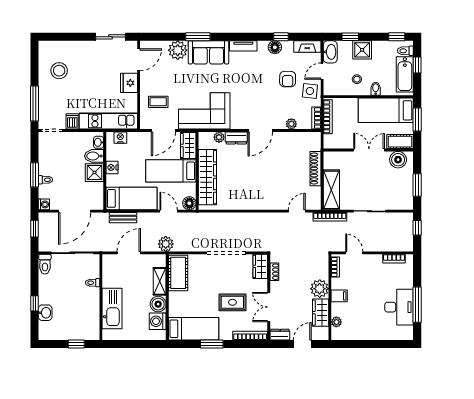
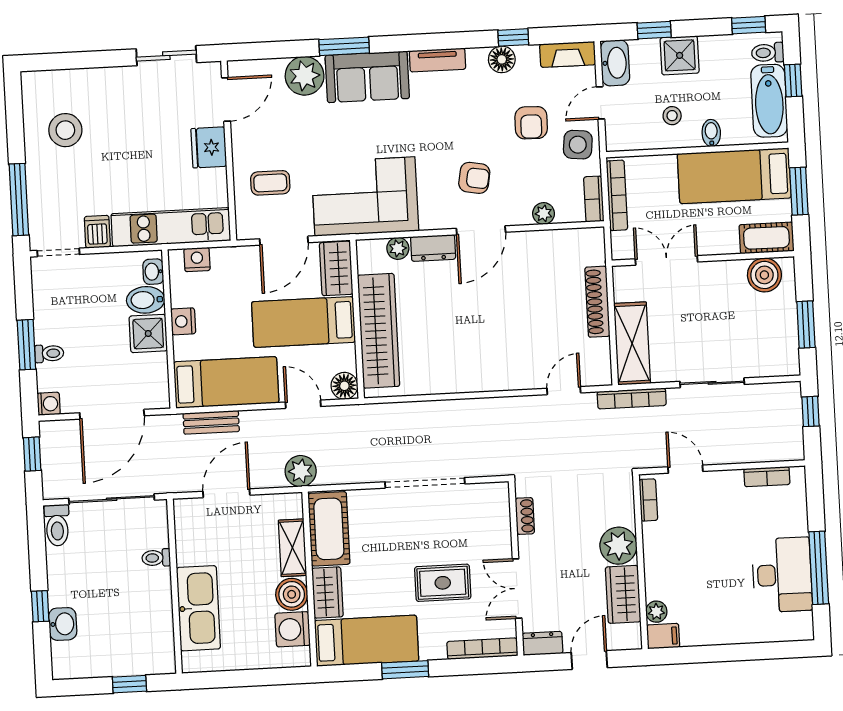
armchair: (258, 105) -> (474, 178), added
double door: (369, 150) -> (666, 260), moved
wardrobe: (260, 266) -> (327, 593), moved, turned 180
filing cabinet: (339, 296) -> (663, 636), moved

